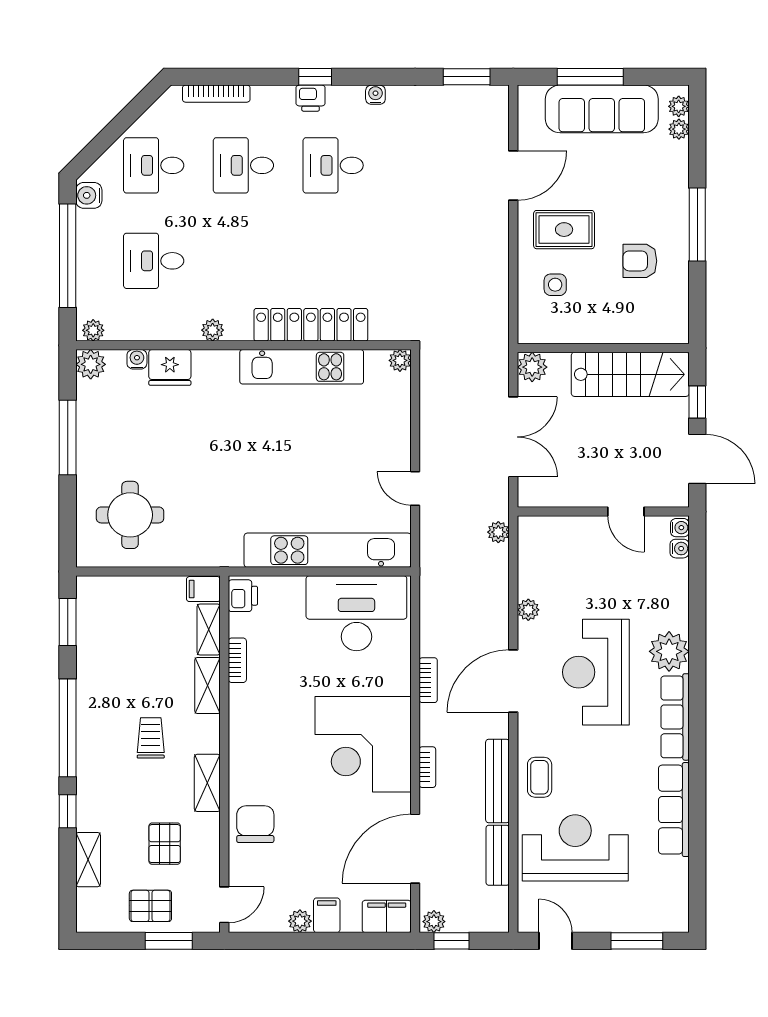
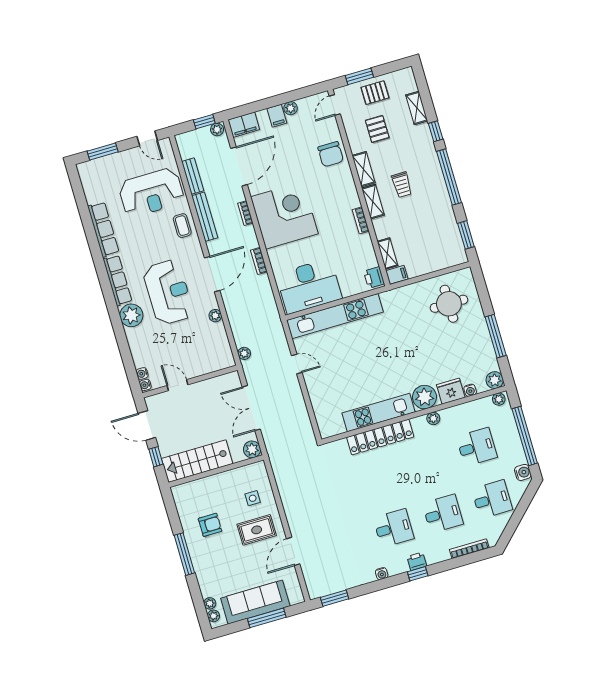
plant: (400, 360) -> (424, 397), moved, width x1.88, depth x1.88
bookcase: (237, 660) -> (361, 220), moved
shelving: (208, 685) -> (373, 202), moved

